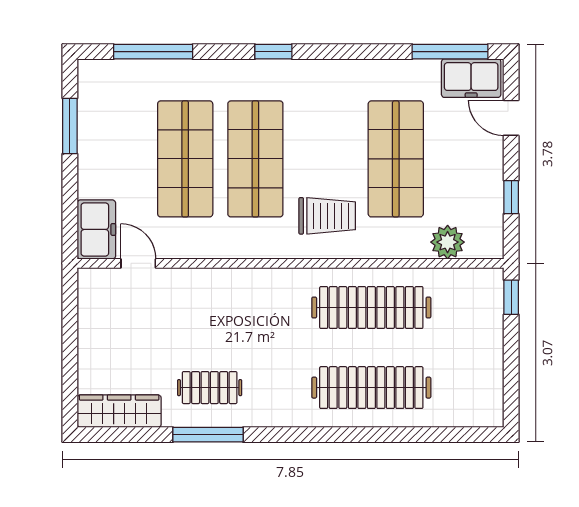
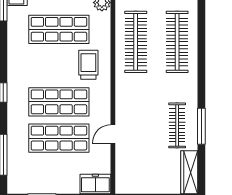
door: (138, 263) -> (113, 134), moved
clothes rail: (210, 388) -> (177, 125), width x1.36

